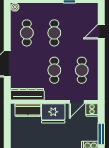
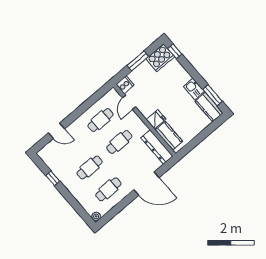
door: (77, 102) -> (129, 102), swing flipped
fridge: (53, 113) -> (156, 119), width x0.53, depth x0.75

